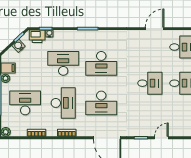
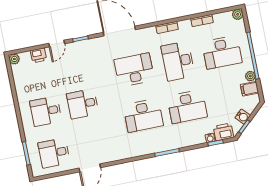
desk: (101, 63) -> (143, 115), turned 180
printer: (179, 131) -> (38, 55), added

